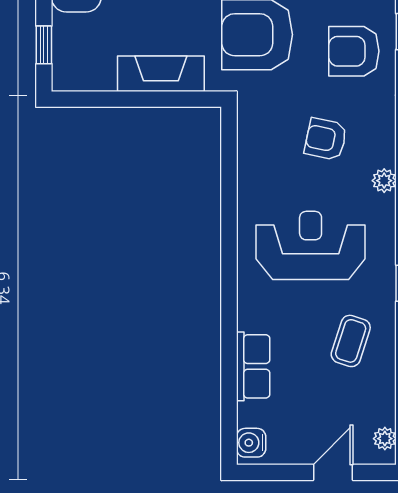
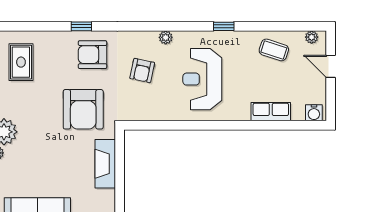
armchair: (354, 51) -> (93, 55), turned 90
coffee table: (351, 341) -> (274, 50), moved

